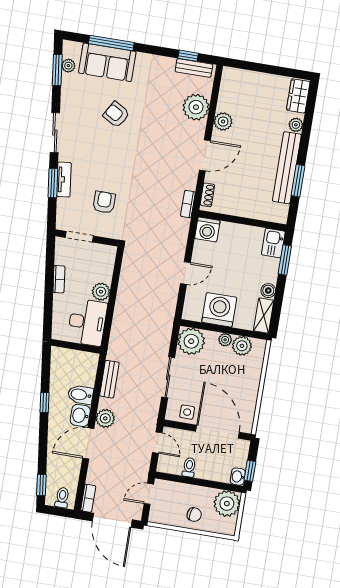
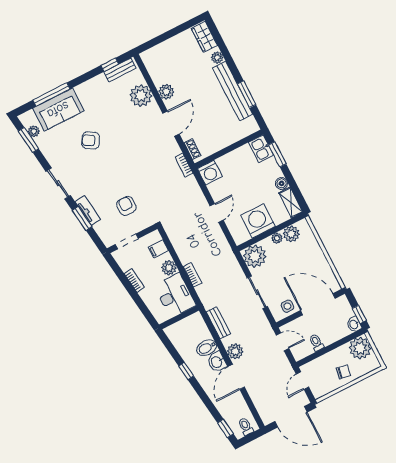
filing cabinet: (104, 266) -> (158, 249), added
bookcase: (88, 498) -> (192, 275), moved

